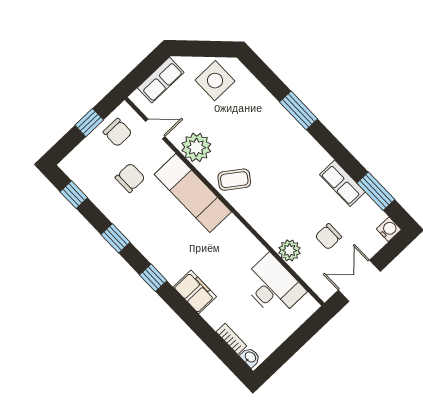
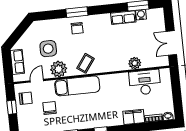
side table: (215, 81) -> (48, 49), moved
water cooler: (389, 229) -> (141, 15), moved
chair: (328, 237) -> (77, 28), moved
filing cabinet: (195, 292) -> (134, 117), moved

